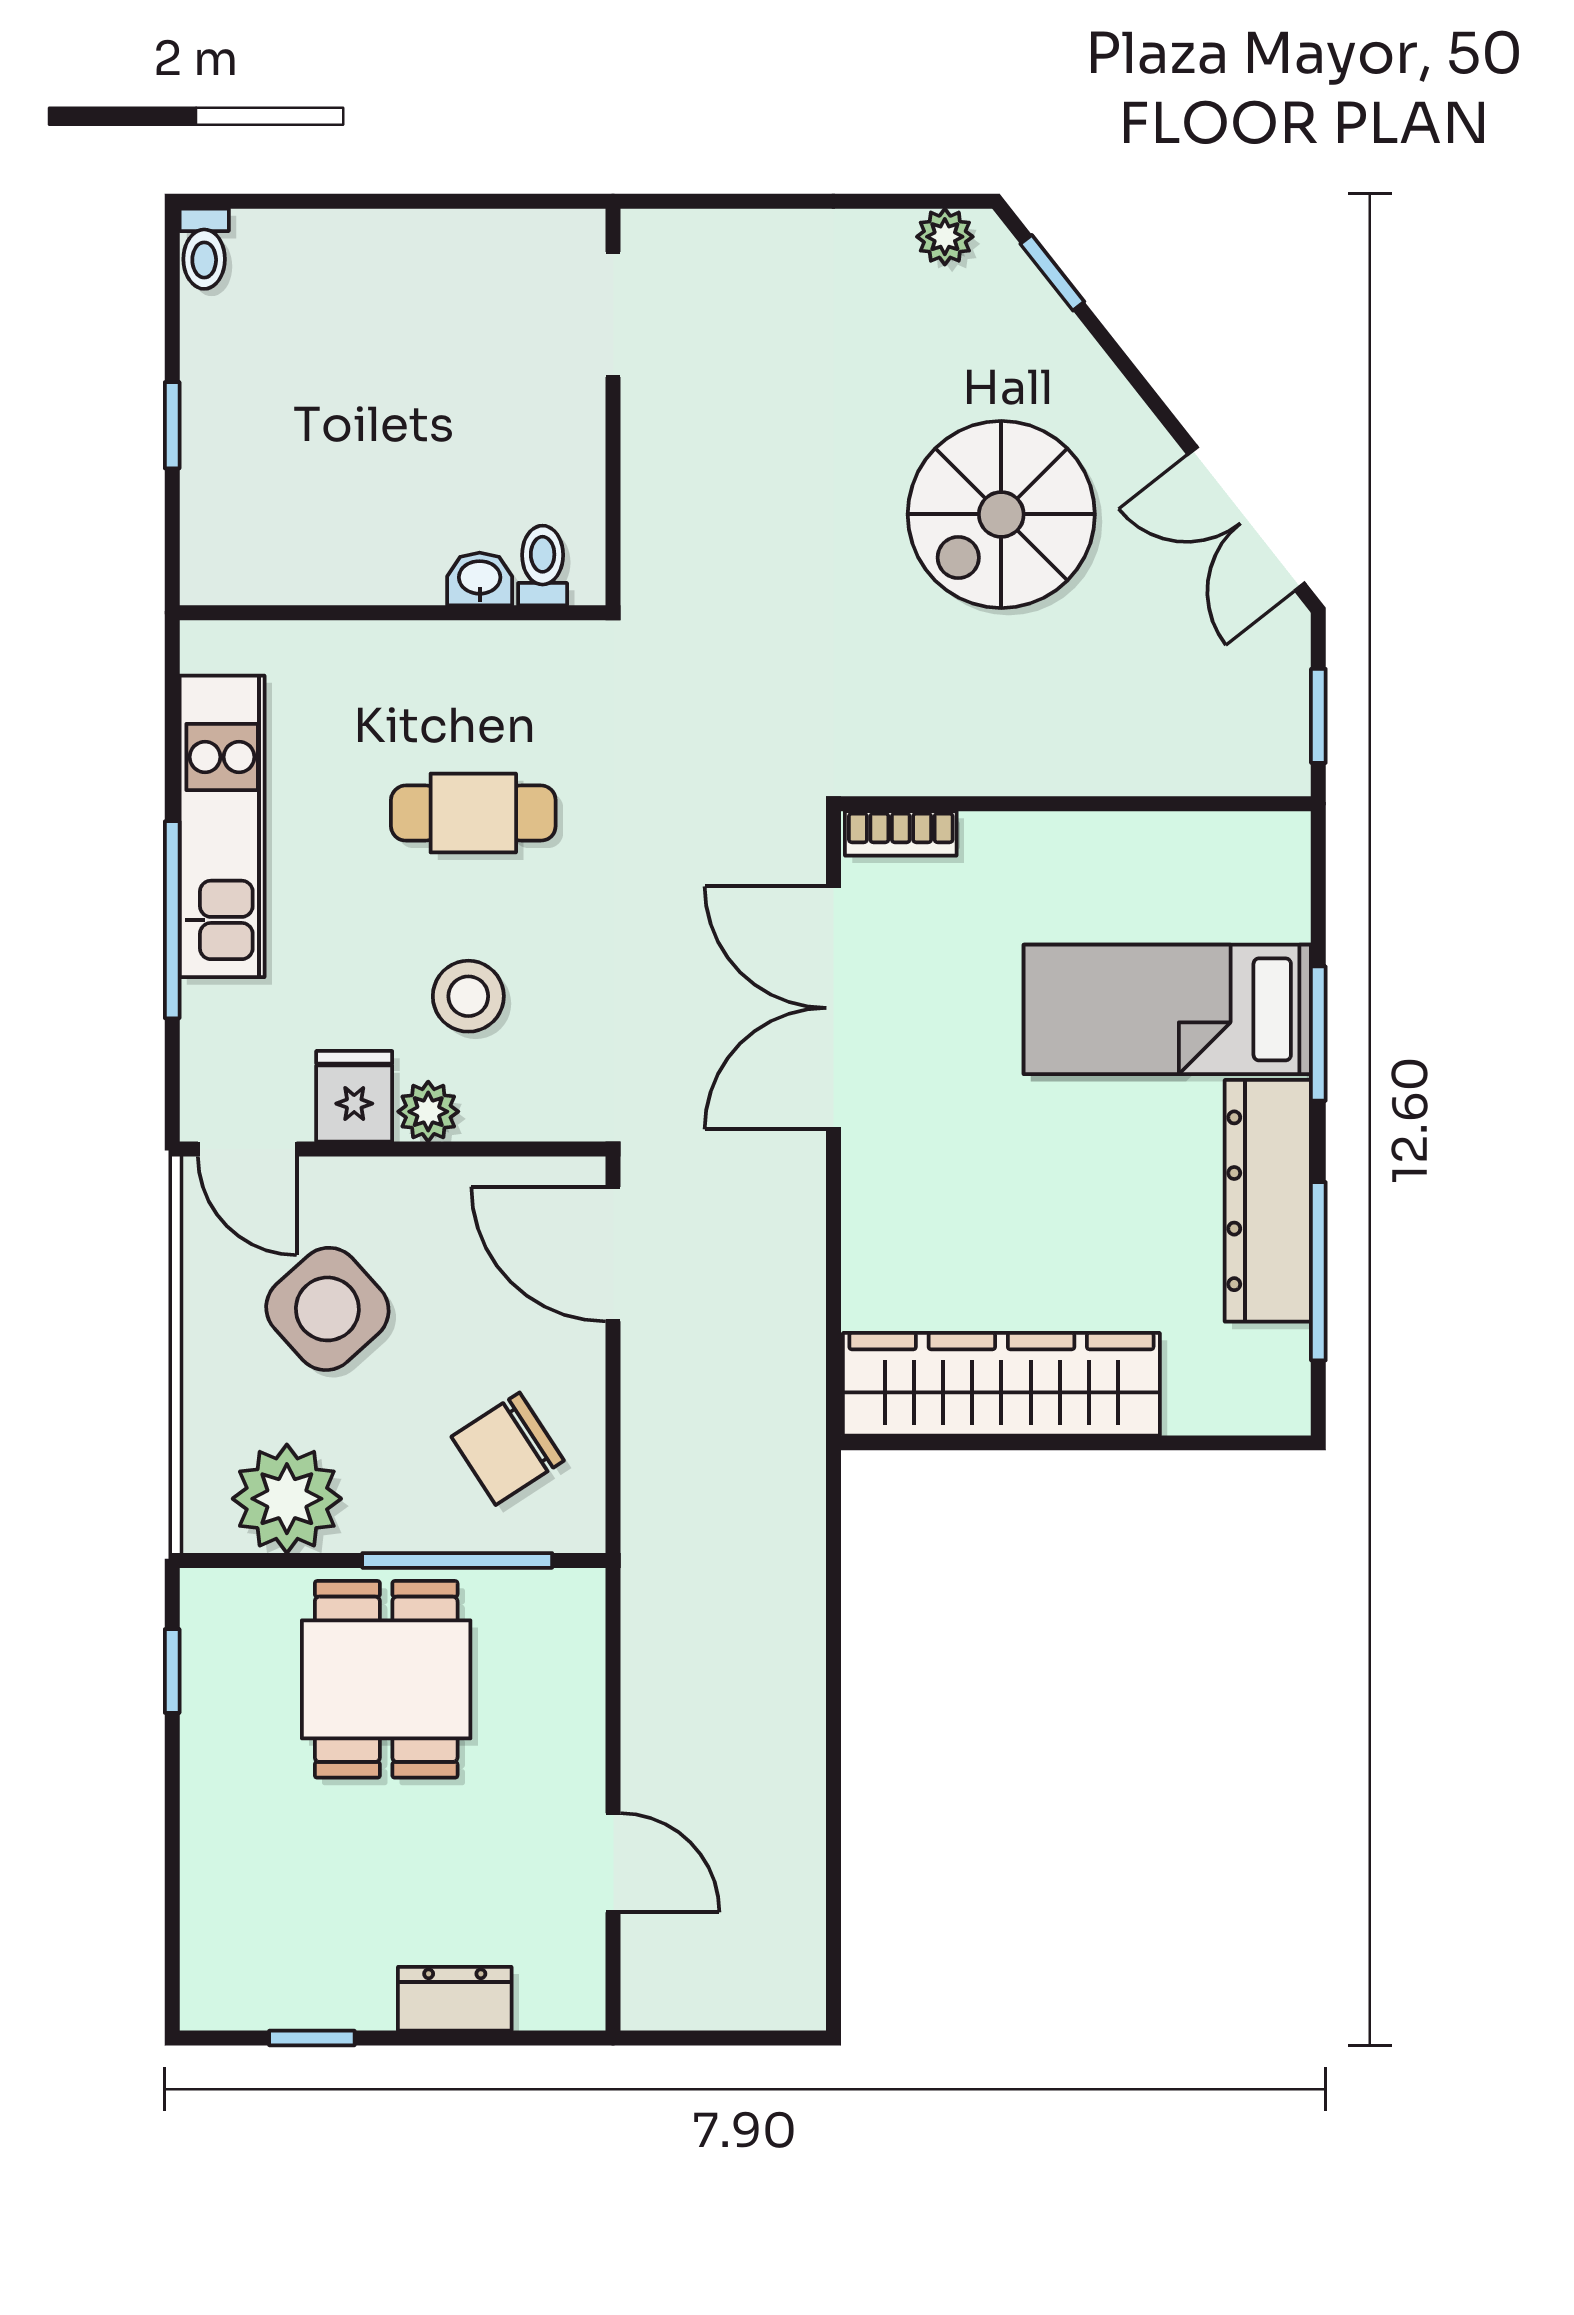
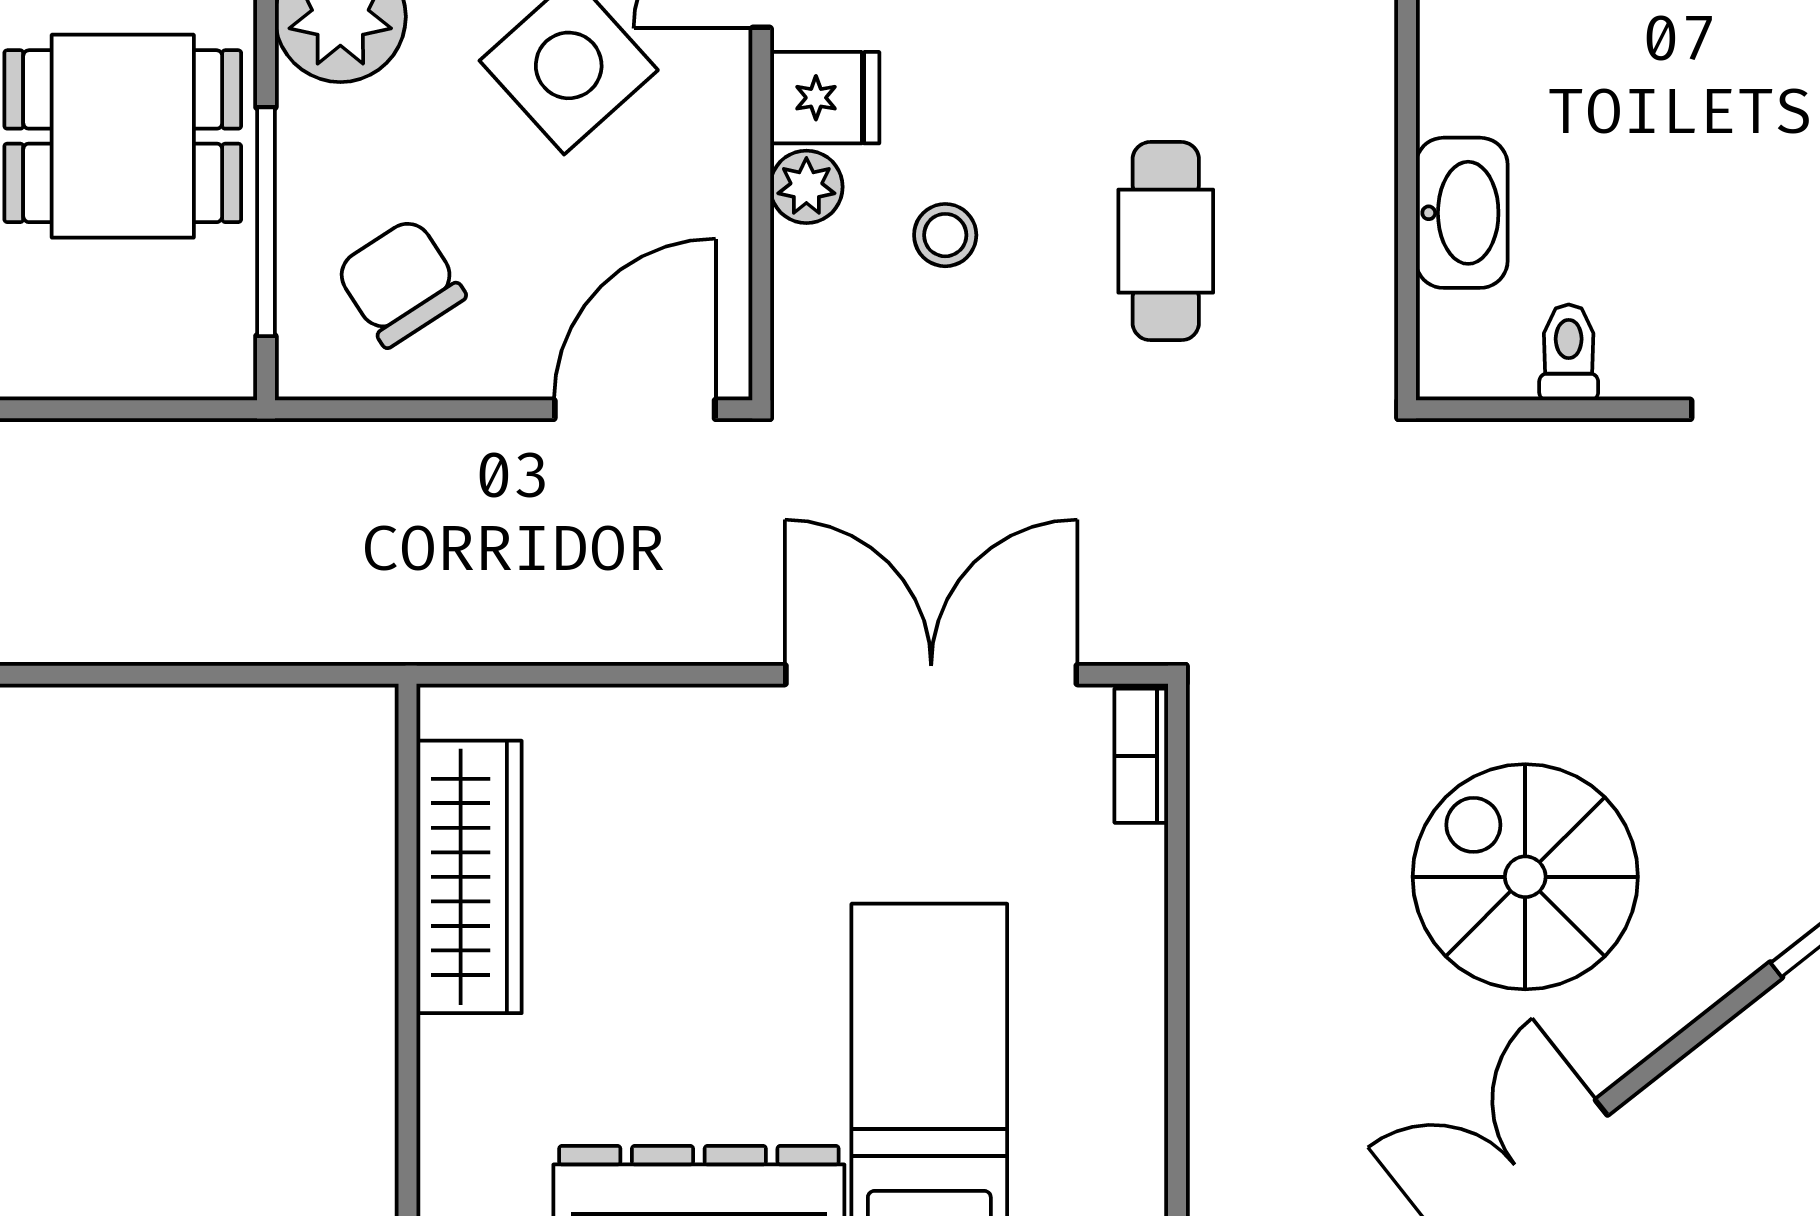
toilet: (543, 565) -> (1569, 352), moved, turned -90
washbasin: (480, 579) -> (1462, 213), width x1.91, depth x1.45
stool: (468, 996) -> (945, 235), width x0.73, depth x0.73
wardrobe: (1001, 1384) -> (469, 877), width x0.71, depth x0.85

